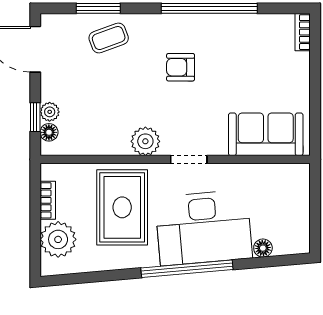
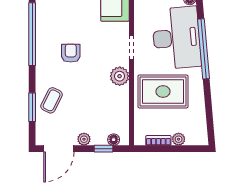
coffee table: (109, 38) -> (52, 100), turned 47
armchair: (181, 67) -> (71, 53), turned 180
plant: (50, 112) -> (84, 139), moved
plant: (58, 239) -> (179, 139), width x0.53, depth x0.53

